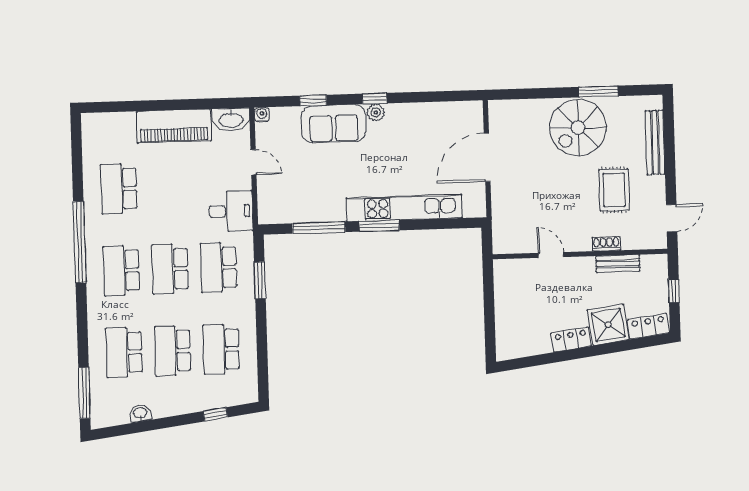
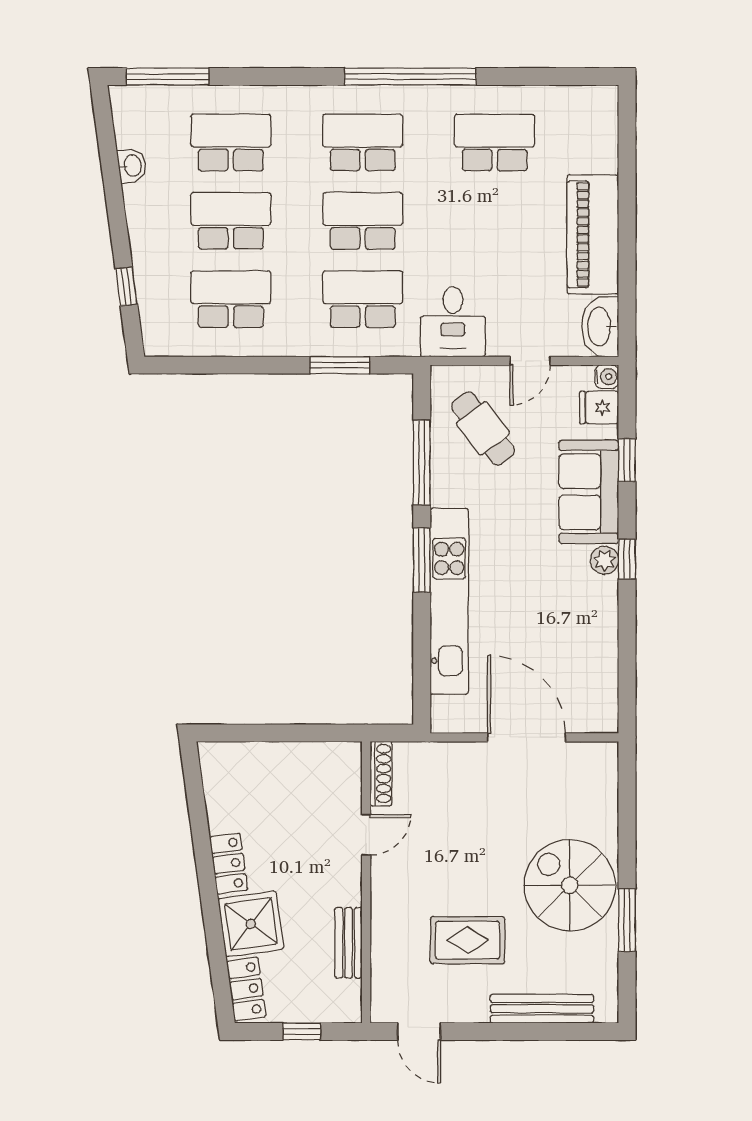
fridge: (281, 119) -> (599, 408), added
cafe table: (296, 190) -> (483, 428), added
shoe rack: (606, 244) -> (381, 774), moved, width x1.43

